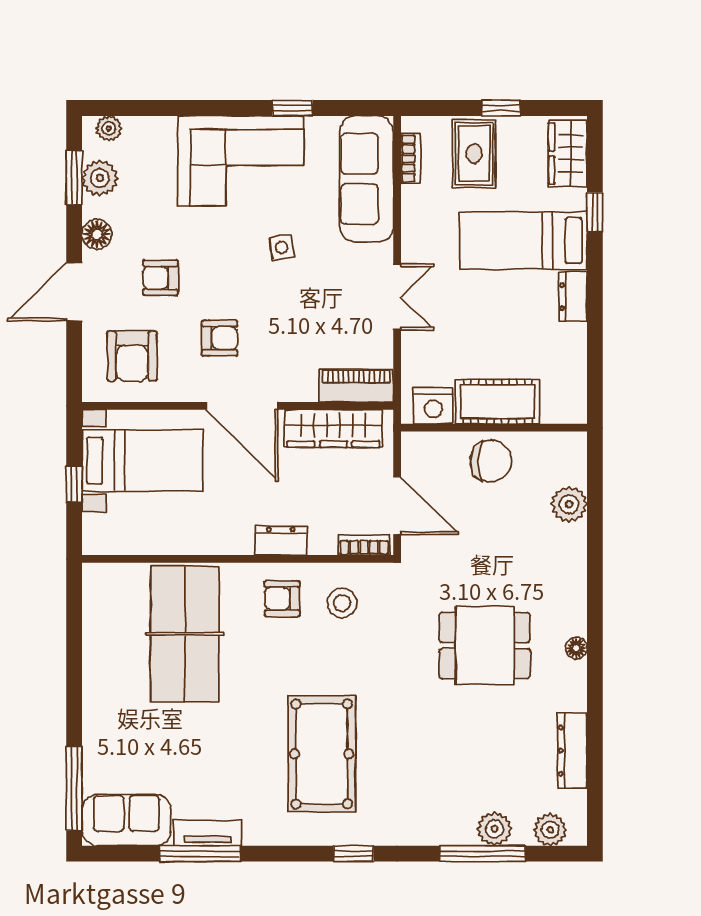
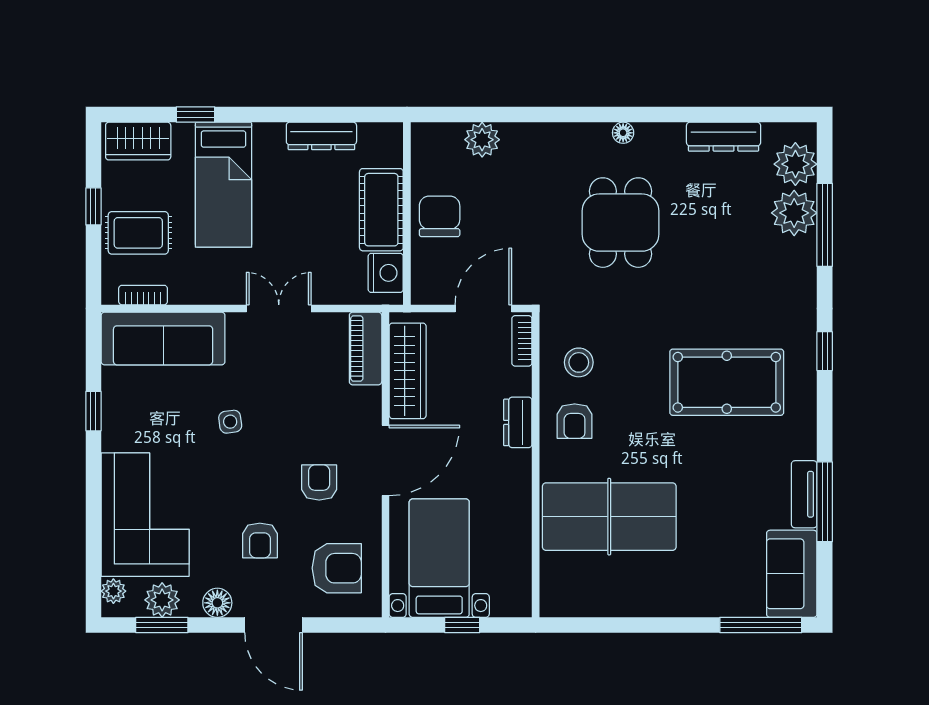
corner sofa: (241, 161) -> (145, 515), moved
dresser: (573, 297) -> (321, 136), moved, width x1.44
plant: (494, 829) -> (794, 213), width x1.36, depth x1.36
plant: (550, 830) -> (795, 164), width x1.36, depth x1.36

